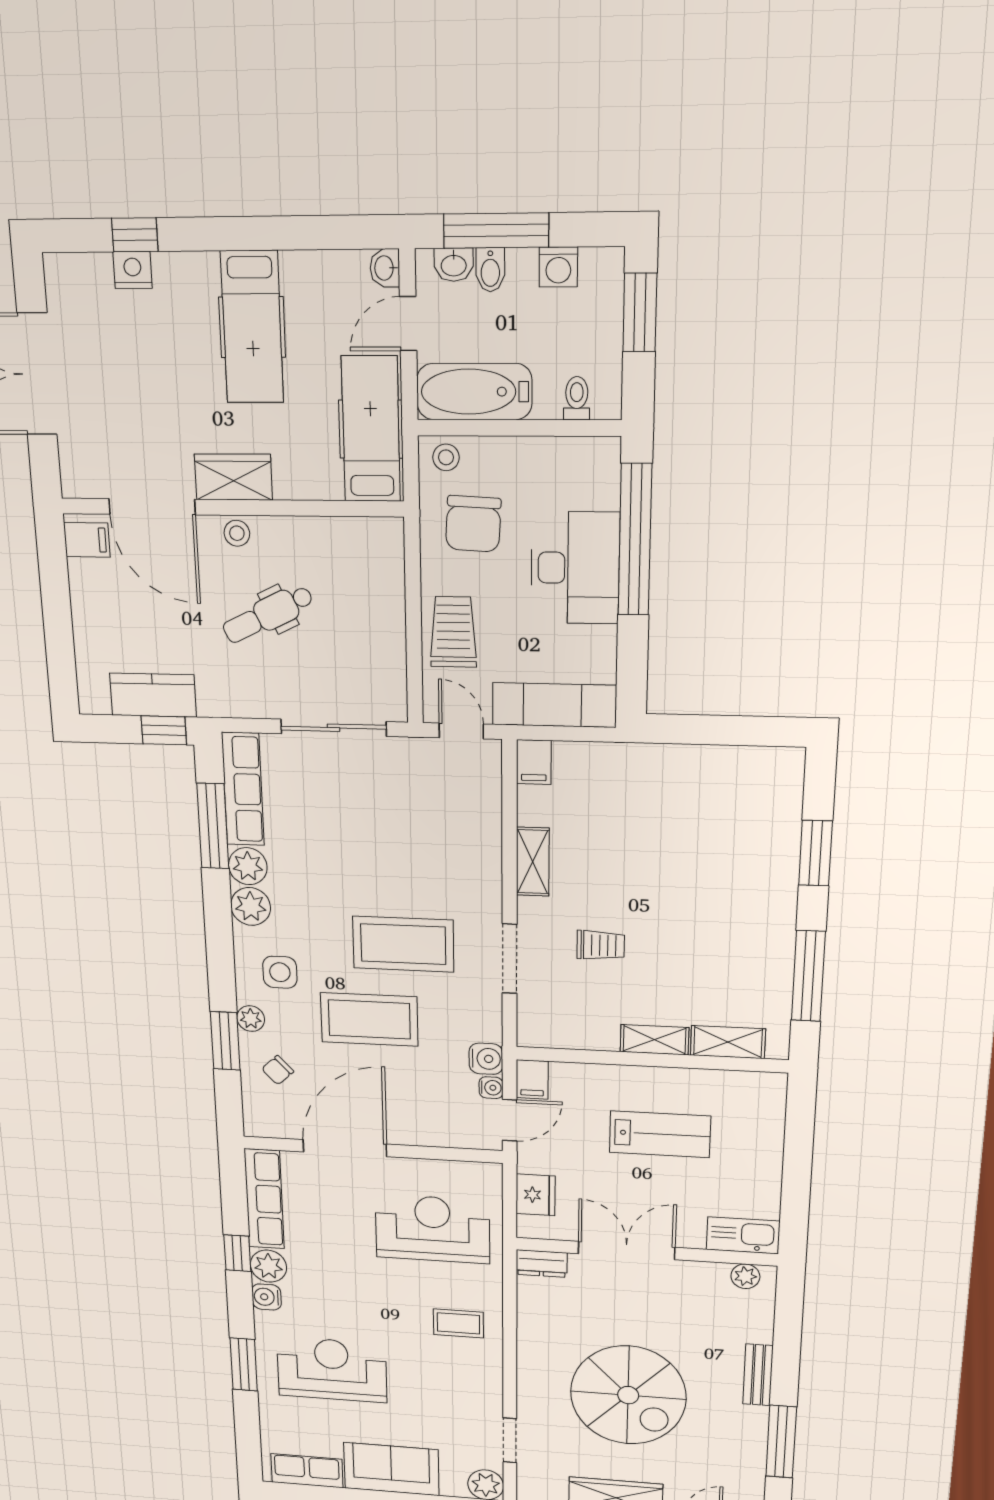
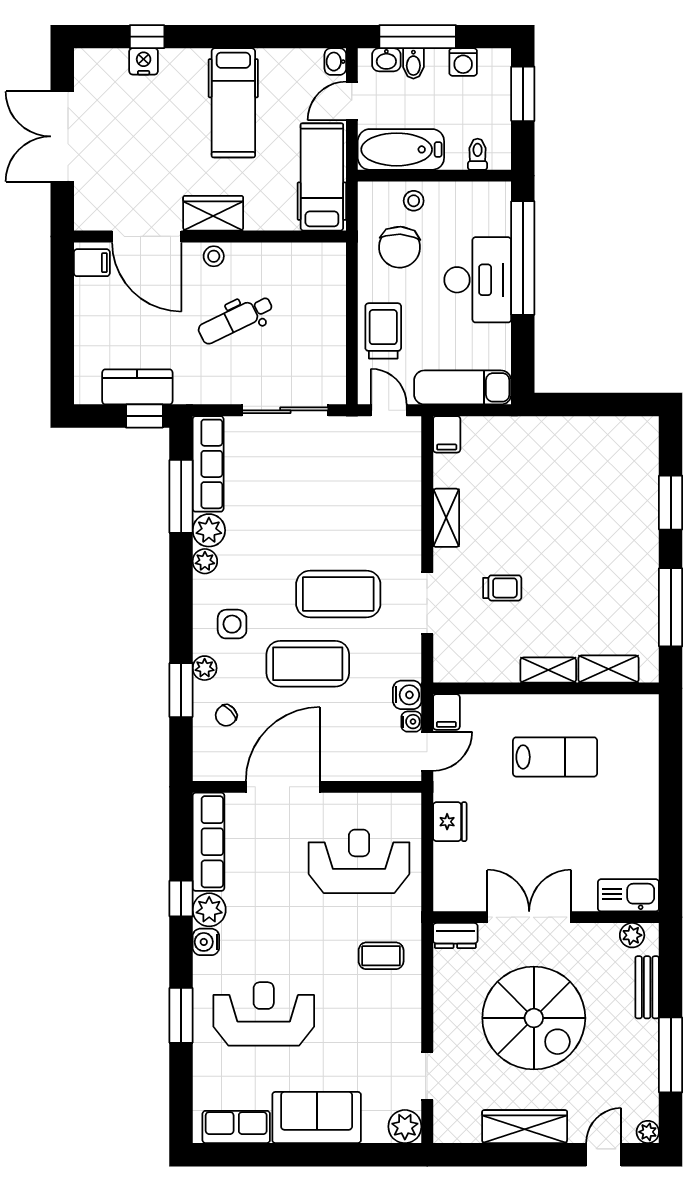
stool: (446, 457) -> (414, 201), moved
plant: (251, 906) -> (205, 561), width x0.73, depth x0.73
kitchen sink: (743, 1235) -> (628, 895), moved
double door: (626, 1250) -> (529, 917), moved
wall: (646, 1252) -> (546, 917), moved
dresser: (542, 1264) -> (455, 936), moved
plant: (745, 1276) -> (632, 935), moved

